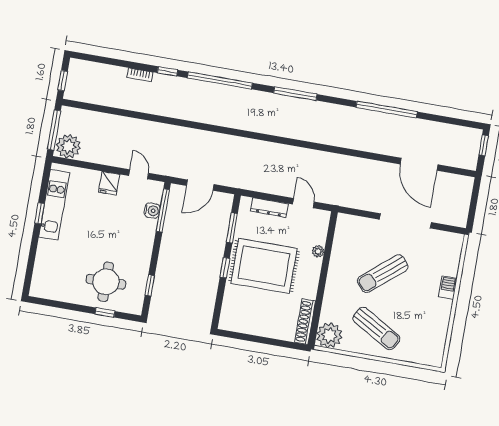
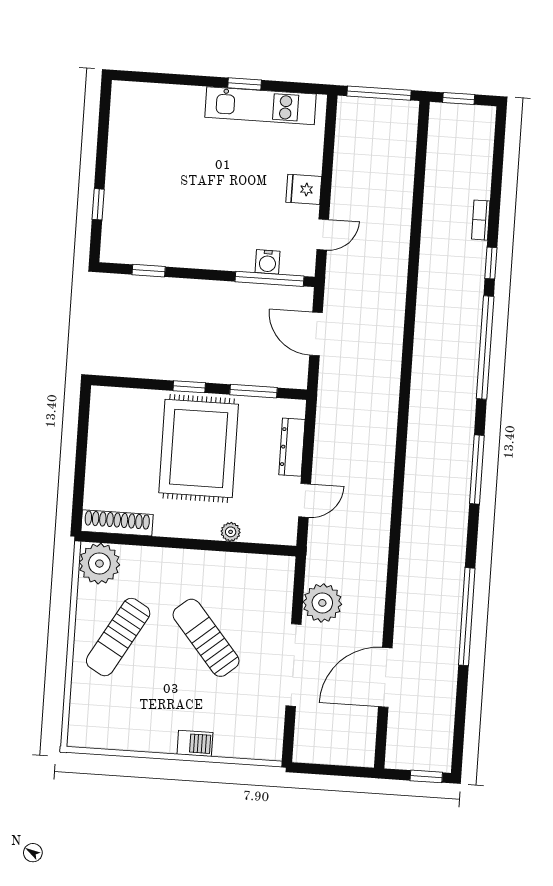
plant: (68, 146) -> (322, 603), moved
round table: (106, 282) -> (147, 200), removed

